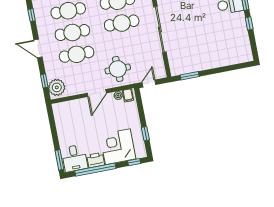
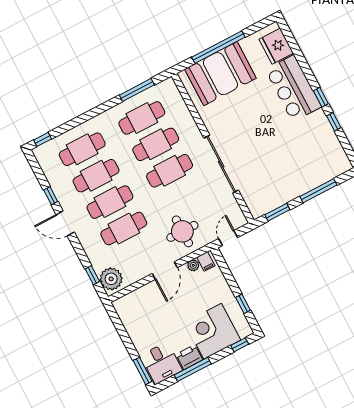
door: (38, 49) -> (65, 223), moved
window: (223, 69) -> (318, 191), added
window: (95, 170) -> (193, 369), width x0.68

